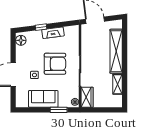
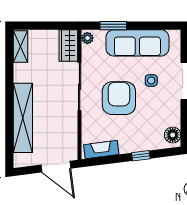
fireplace: (53, 33) -> (101, 150), moved
armchair: (55, 64) -> (119, 98), turned 90
shelving: (118, 84) -> (20, 46), moved
sofa: (43, 99) -> (137, 43), width x1.36

